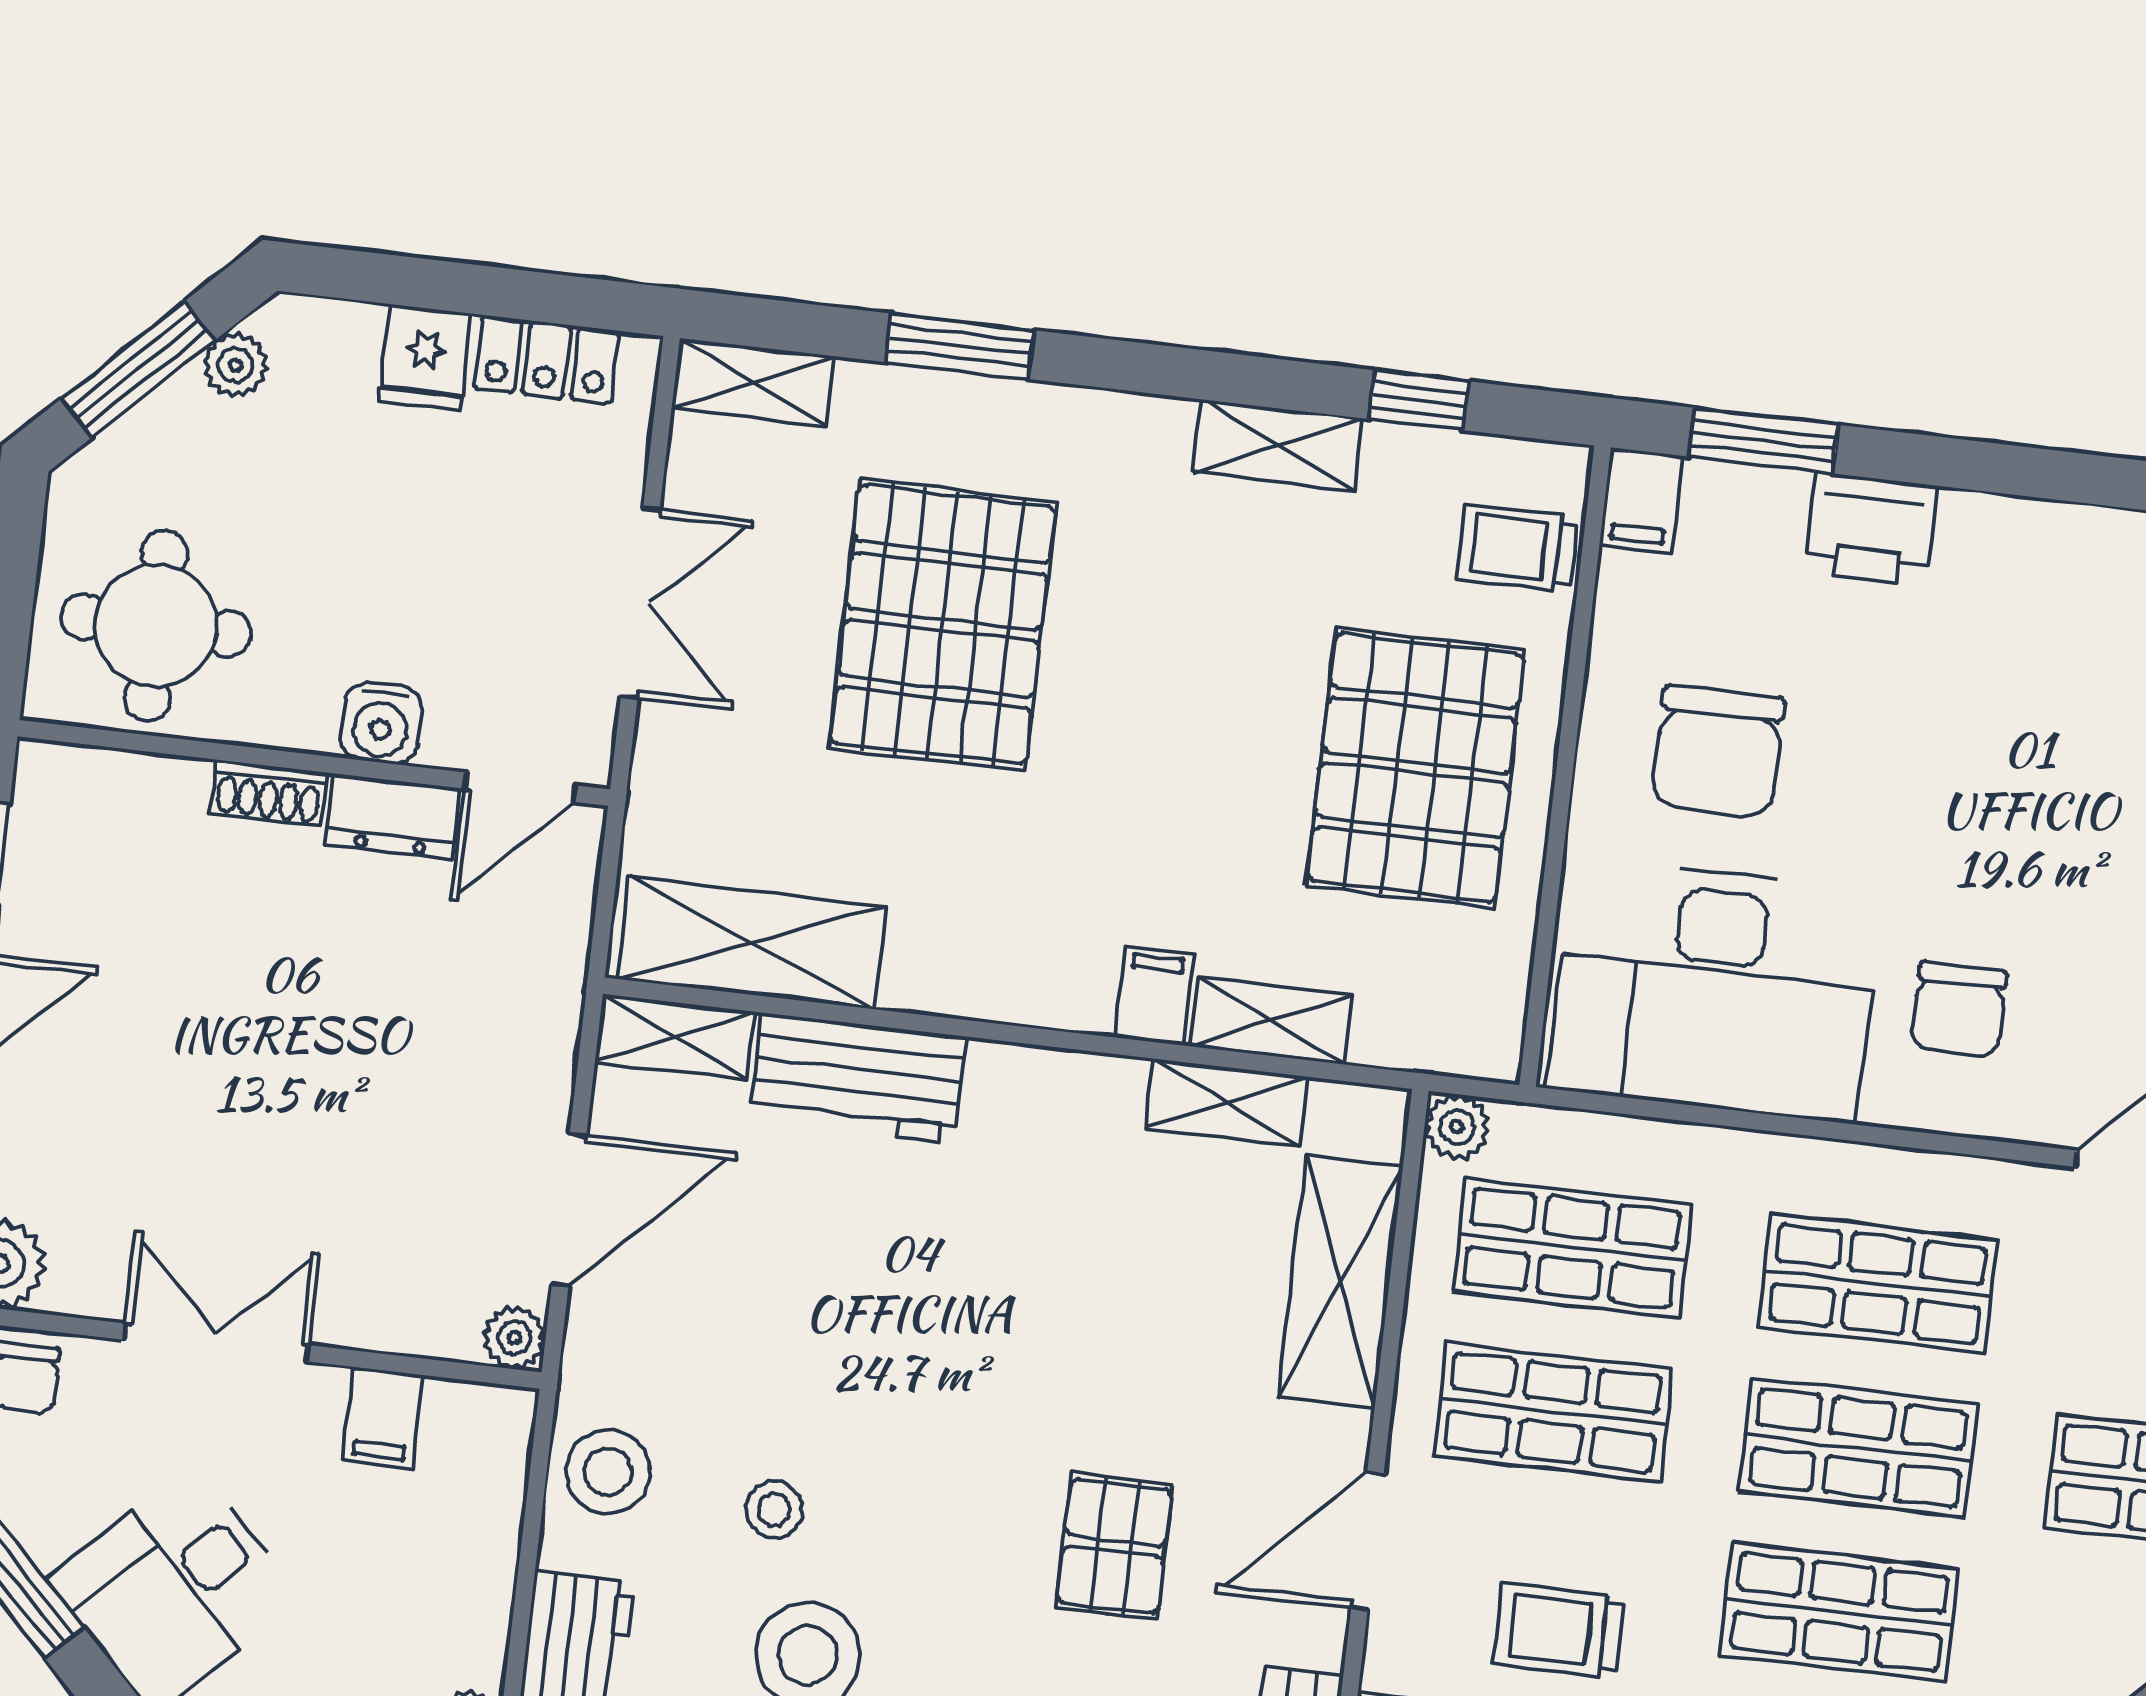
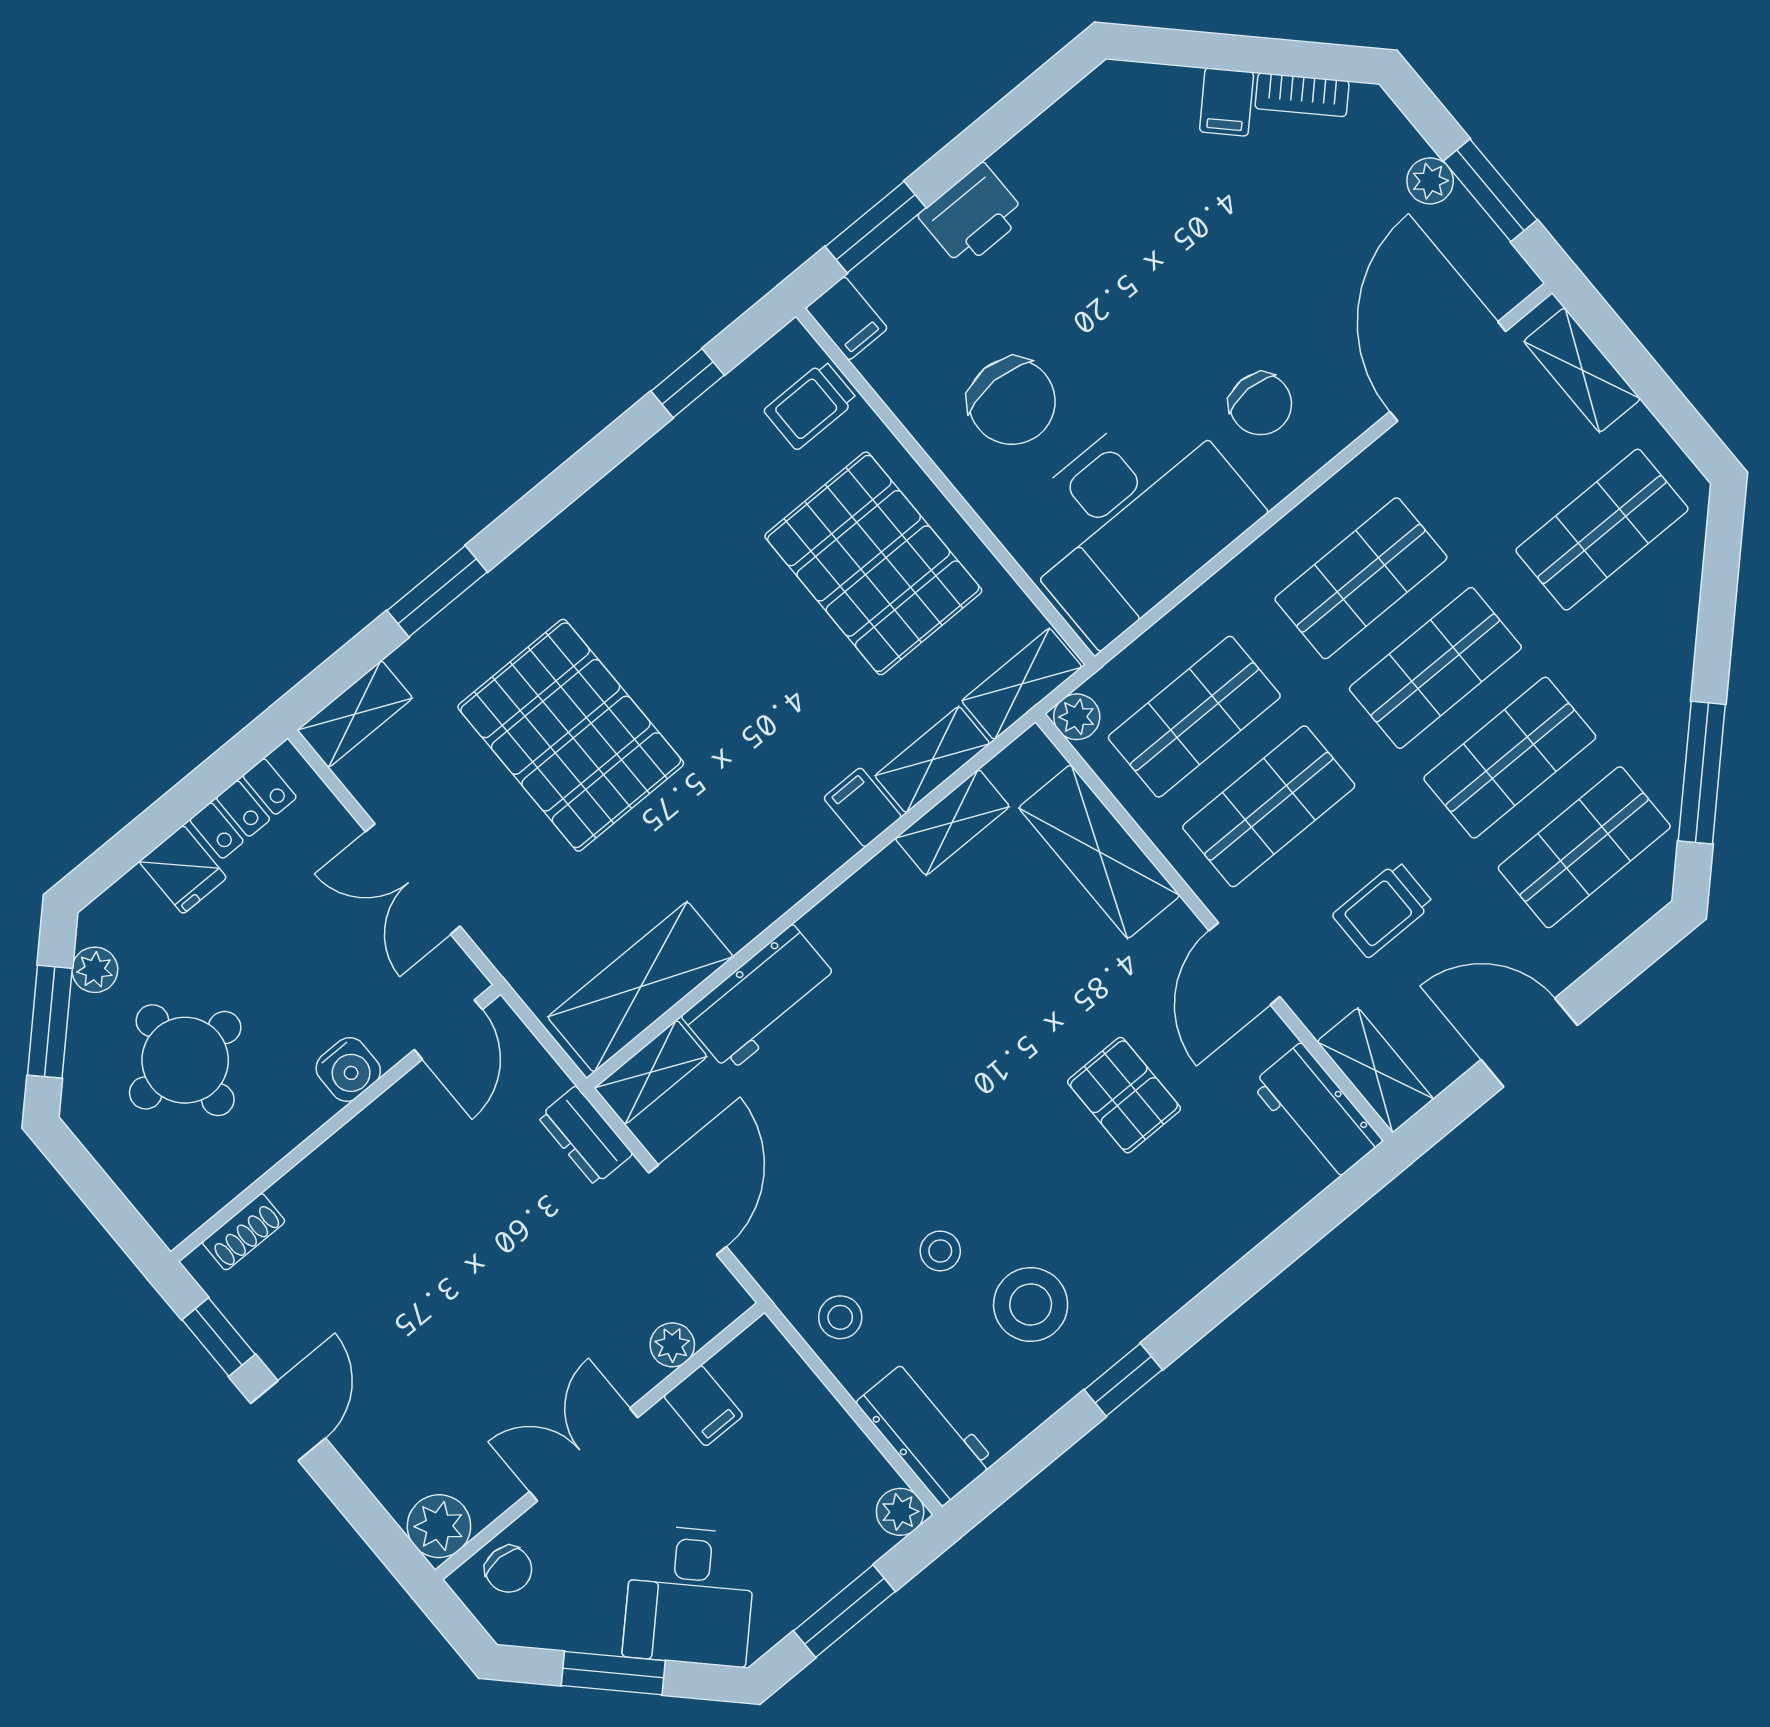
shelving: (1278, 445) -> (1022, 684), moved
double door: (640, 603) -> (413, 879), swing flipped
round table: (156, 625) -> (185, 1060), moved
shoe rack: (269, 793) -> (244, 1232), moved
dresser: (393, 817) -> (585, 1136), moved, turned 90
plant: (514, 1338) -> (672, 1345), moved
stool: (608, 1472) -> (840, 1317), width x0.73, depth x0.73

